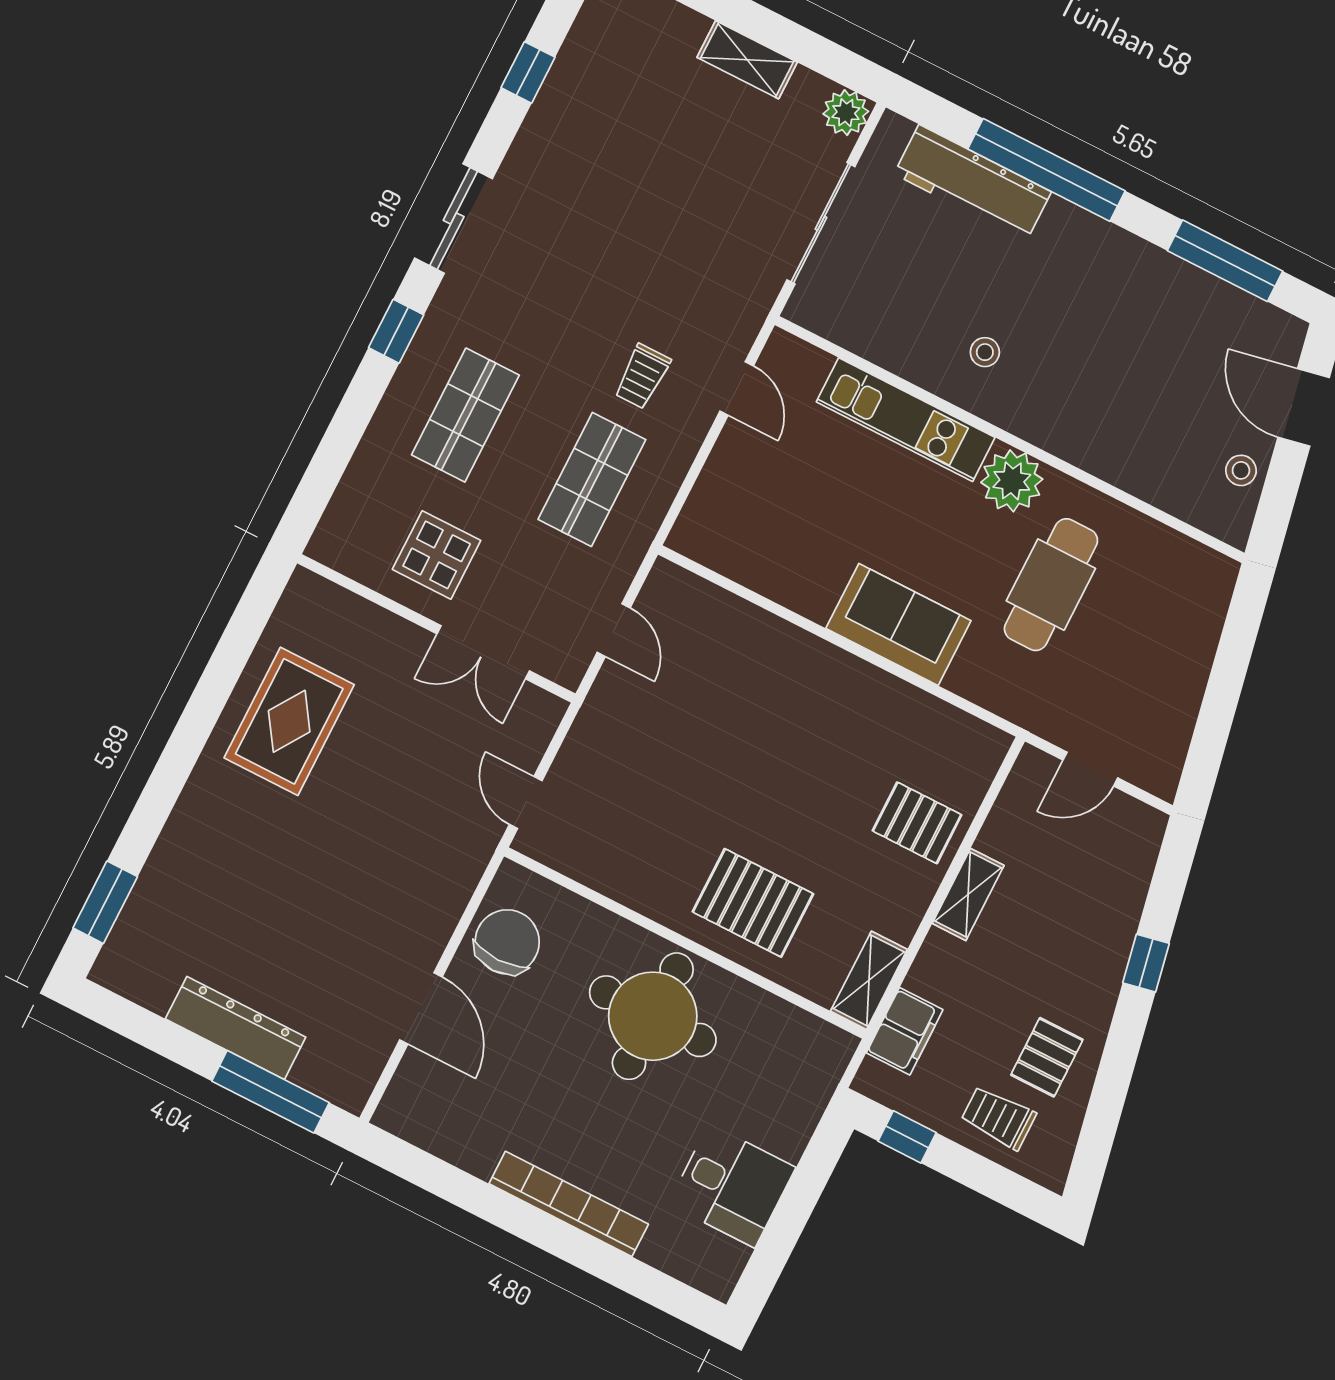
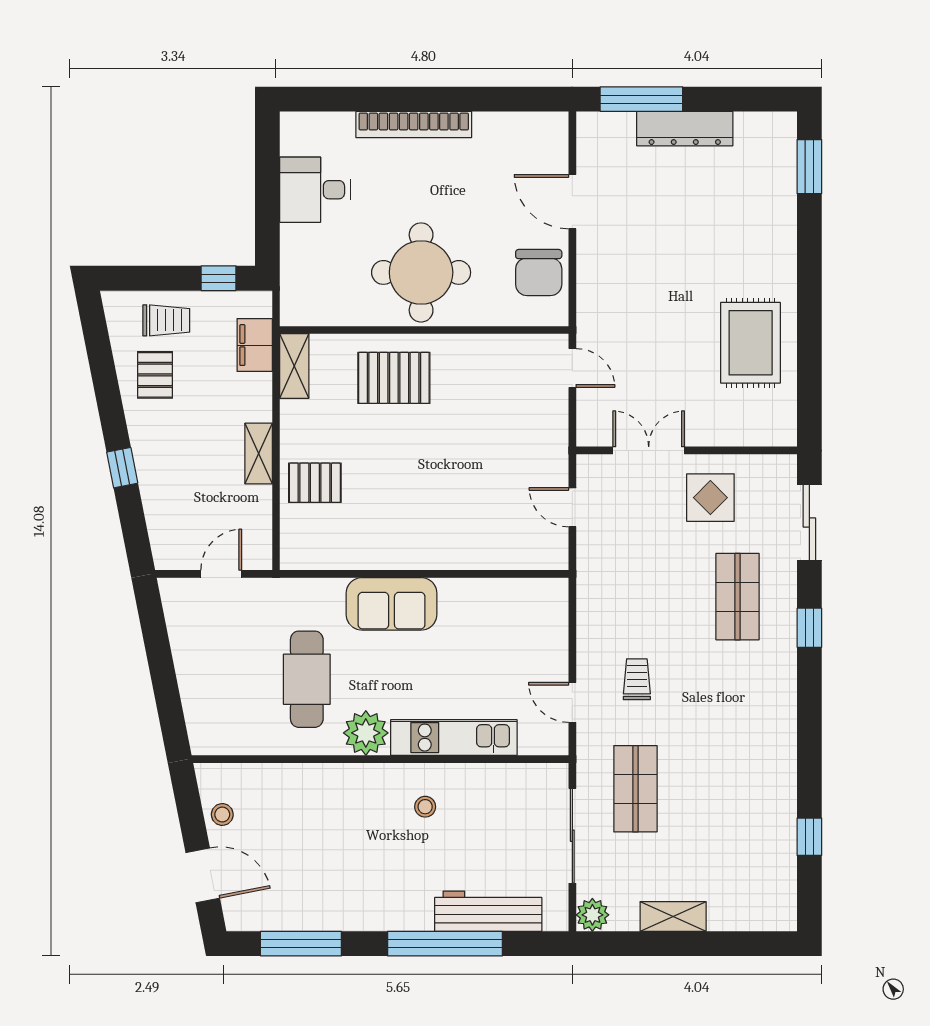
sliding door: (454, 218) -> (809, 522), moved
shop shelf: (592, 479) -> (635, 789), moved

